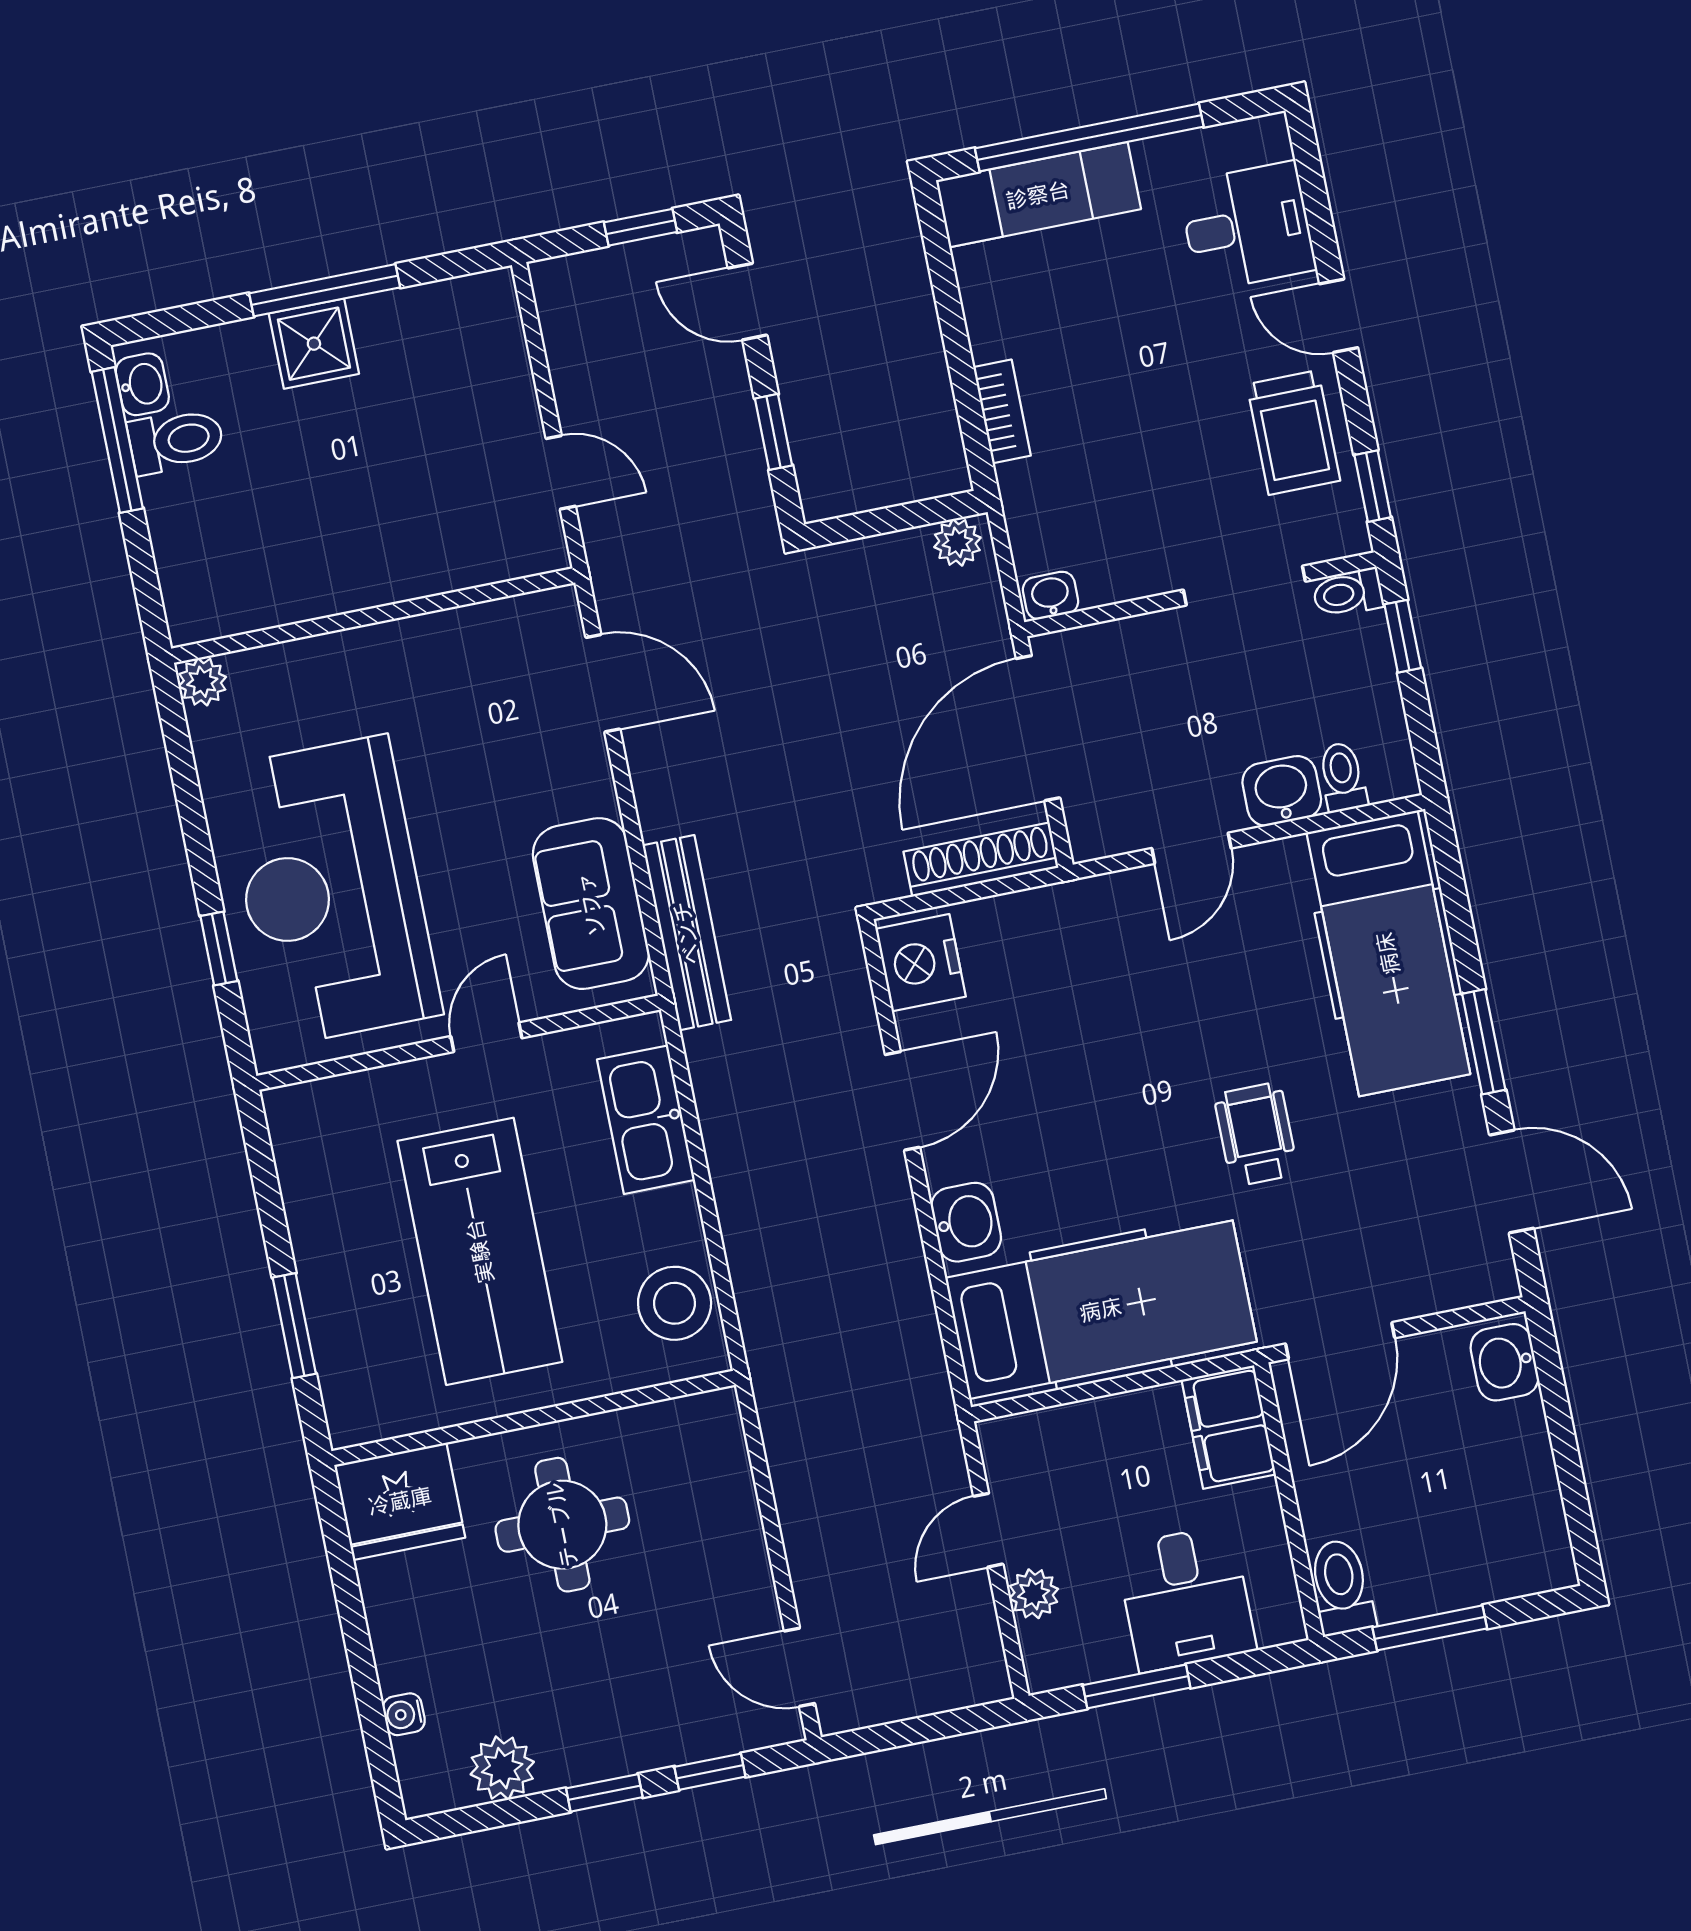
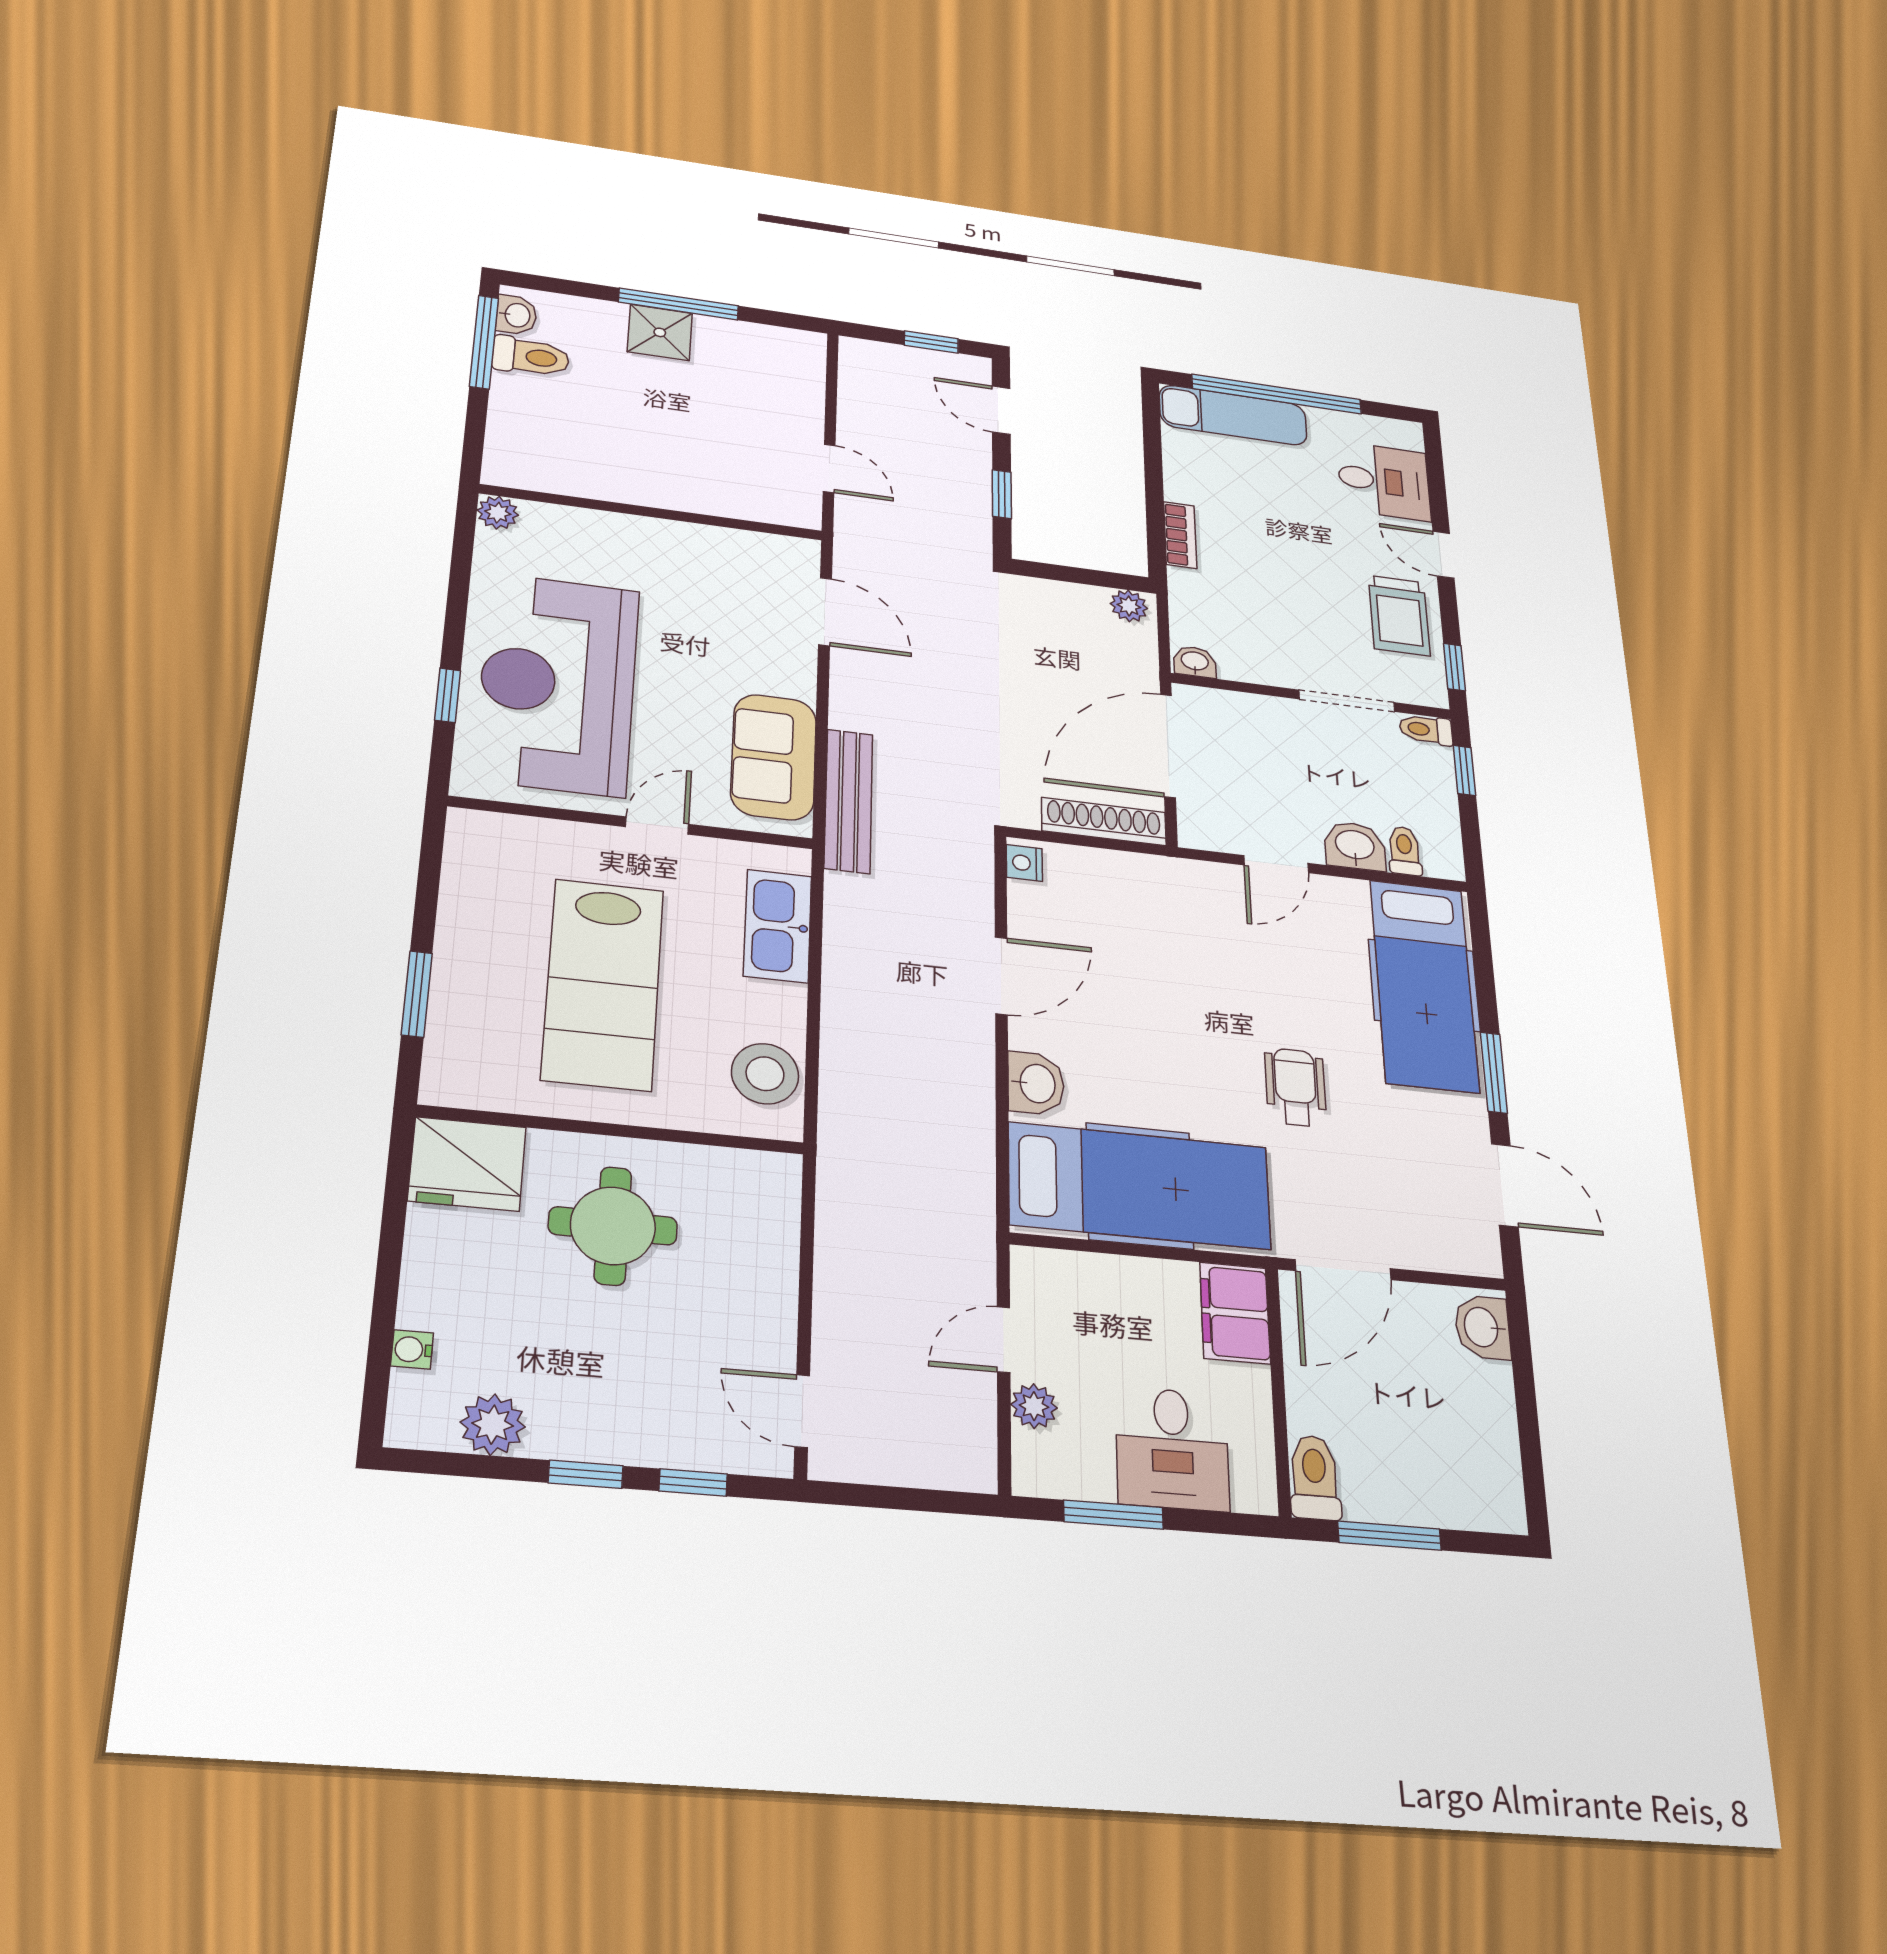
nightstand: (921, 963) -> (1024, 863), width x0.53, depth x0.56

